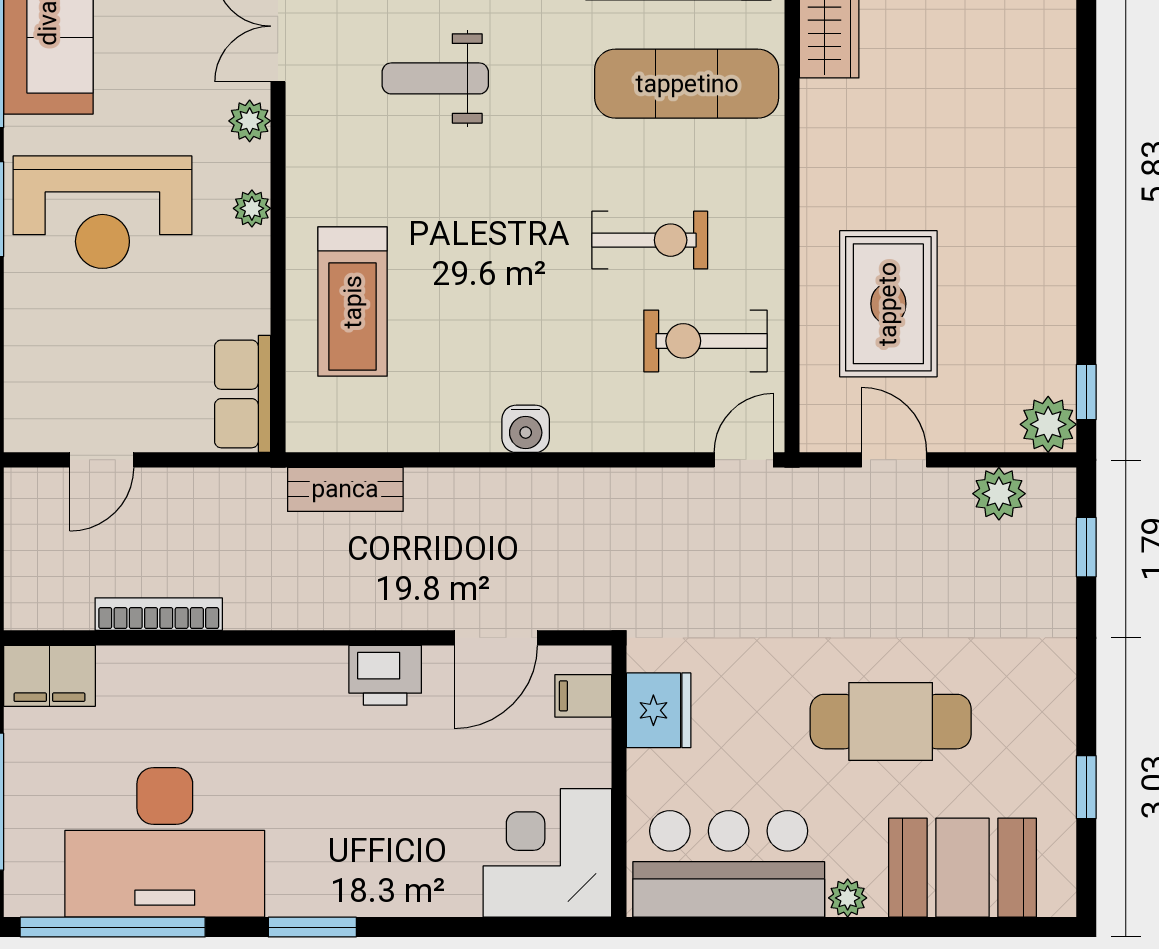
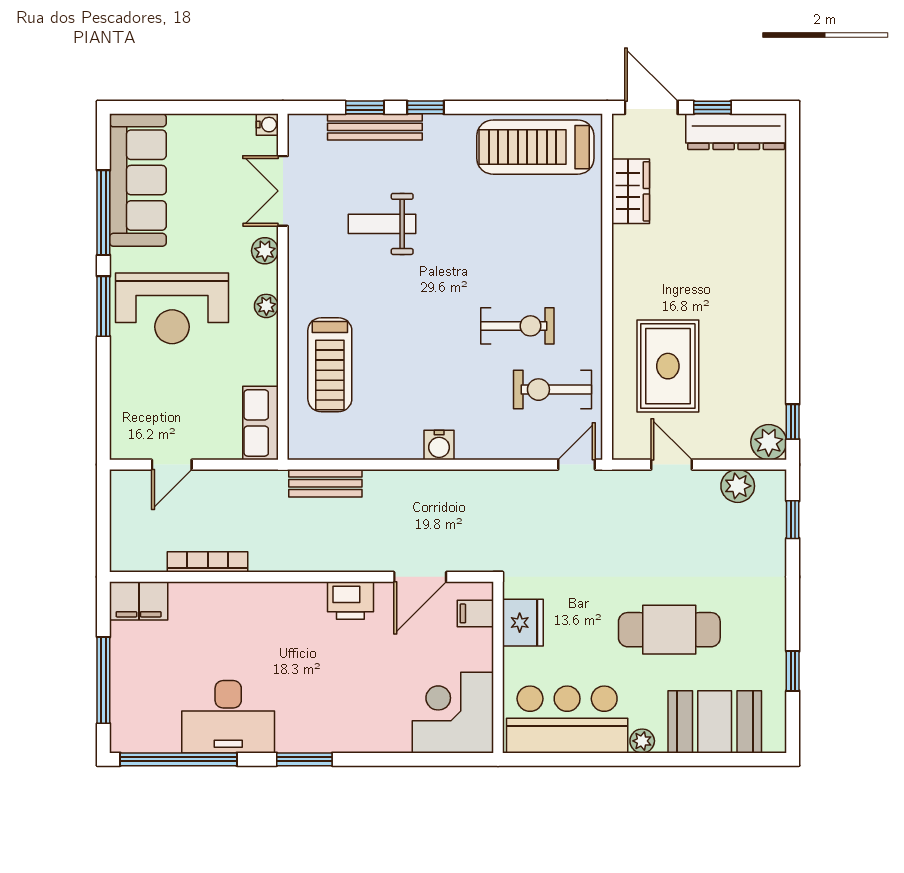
exercise mat: (687, 84) -> (541, 227), removed
desk: (165, 842) -> (228, 717), width x0.73, depth x0.77

